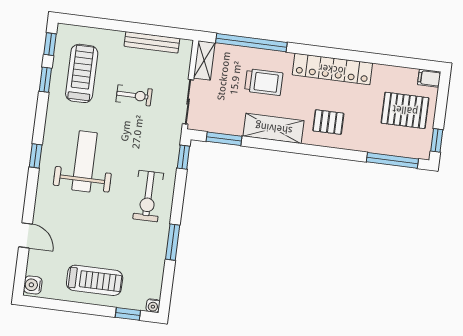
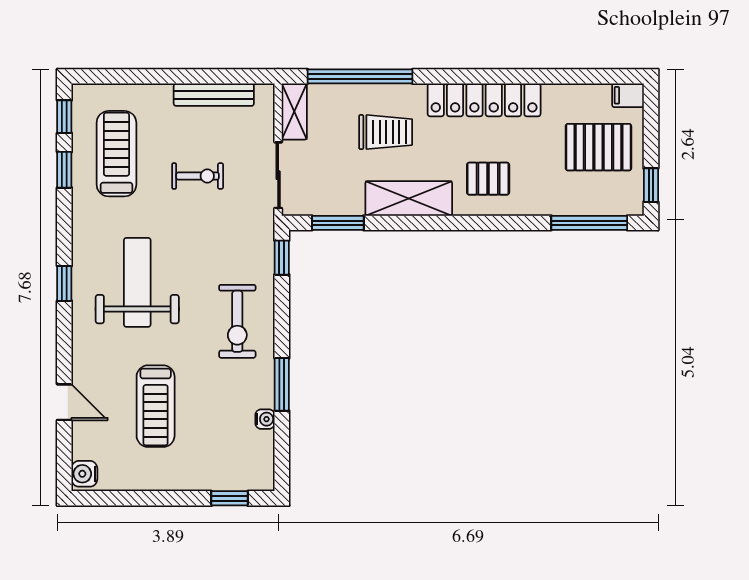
treadmill: (95, 280) -> (156, 406), moved, turned 90
water cooler: (153, 306) -> (265, 419), moved, turned -90

